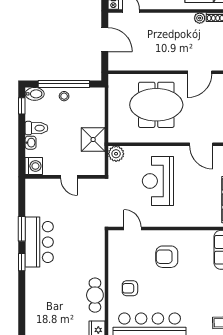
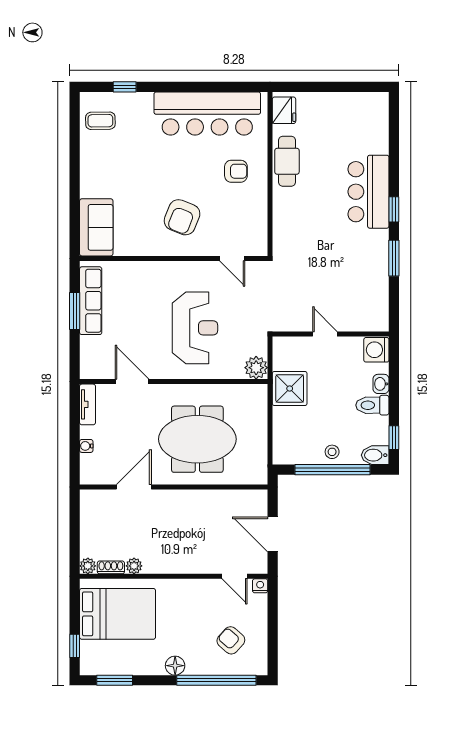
bar counter: (39, 242) -> (369, 192), moved
armchair: (167, 257) -> (182, 217), turned 112

